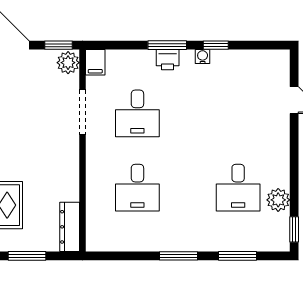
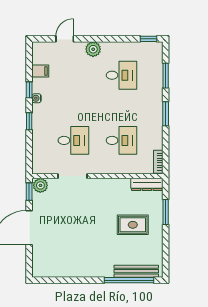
window: (167, 45) -> (29, 121), width x0.67
printer: (168, 60) -> (39, 121), removed
filing cabinet: (95, 62) -> (40, 71), moved
plant: (278, 200) -> (93, 49), moved
bookcase: (105, 244) -> (158, 162), added

